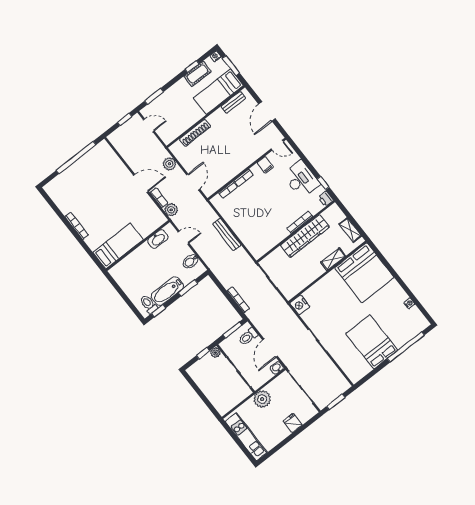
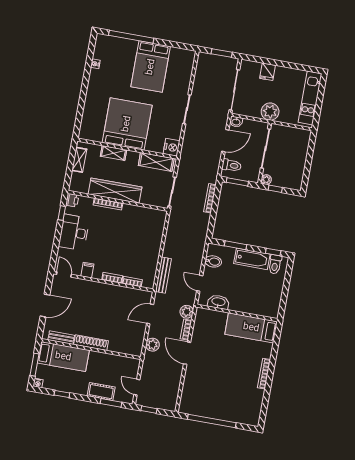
cot: (197, 74) -> (101, 392), moved
shoe rack: (195, 133) -> (91, 343), moved
bench: (227, 234) -> (163, 275), moved
bed: (364, 273) -> (127, 124), moved
shelving: (299, 284) -> (156, 162), added

